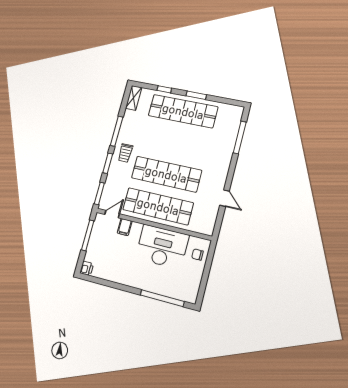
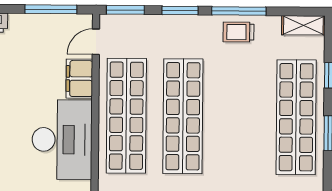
trolley: (125, 153) -> (239, 32), moved
door: (112, 214) -> (96, 42), swing flipped
filing cabinet: (125, 227) -> (79, 79), width x2.00

